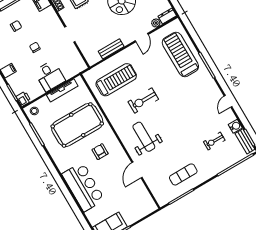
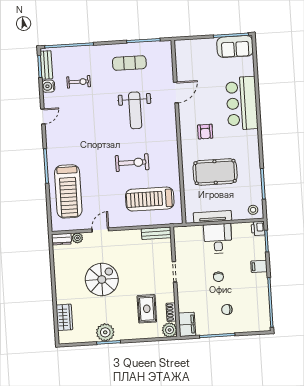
bench: (111, 49) -> (156, 233), moved
pool table: (77, 125) -> (215, 172), width x0.73, depth x0.76
weight bench: (144, 137) -> (135, 110), moved

